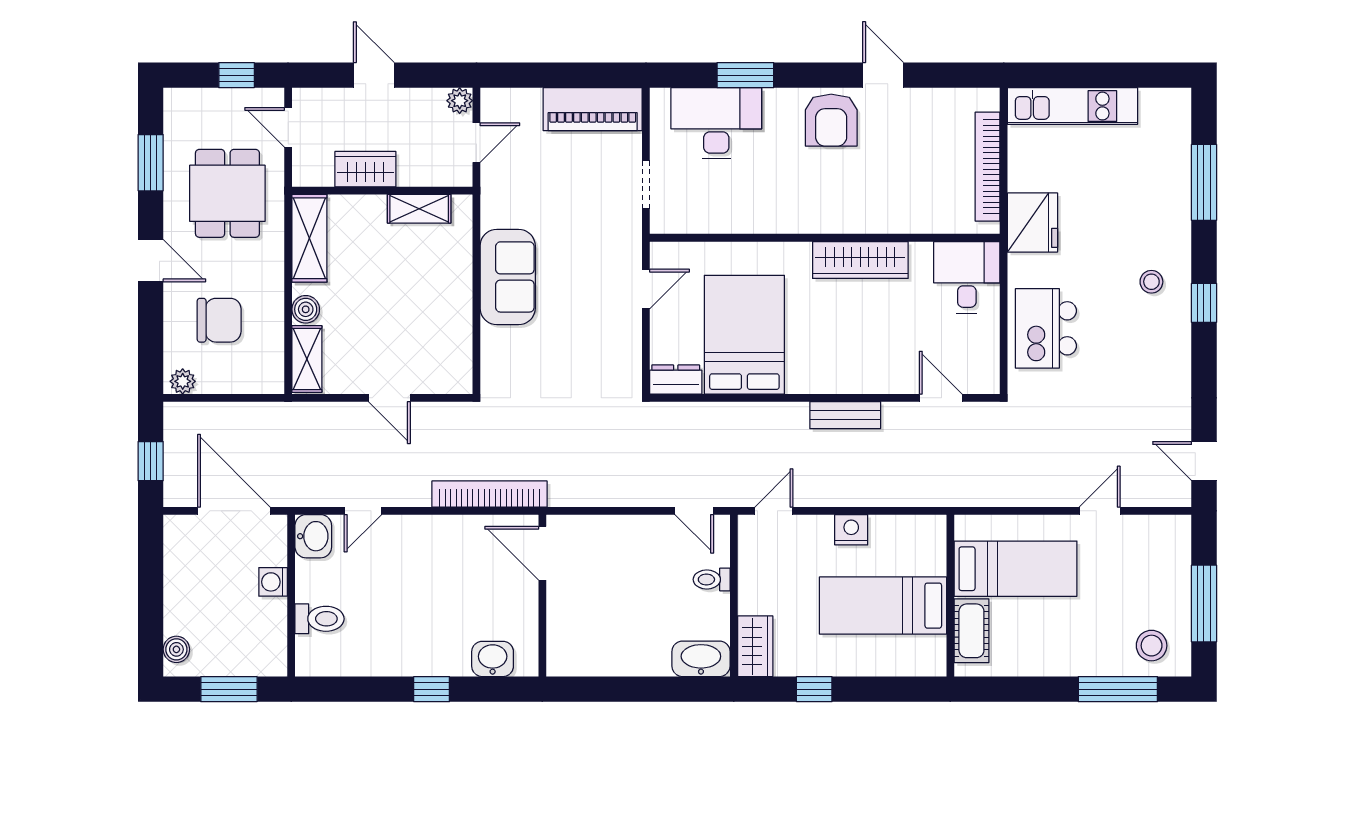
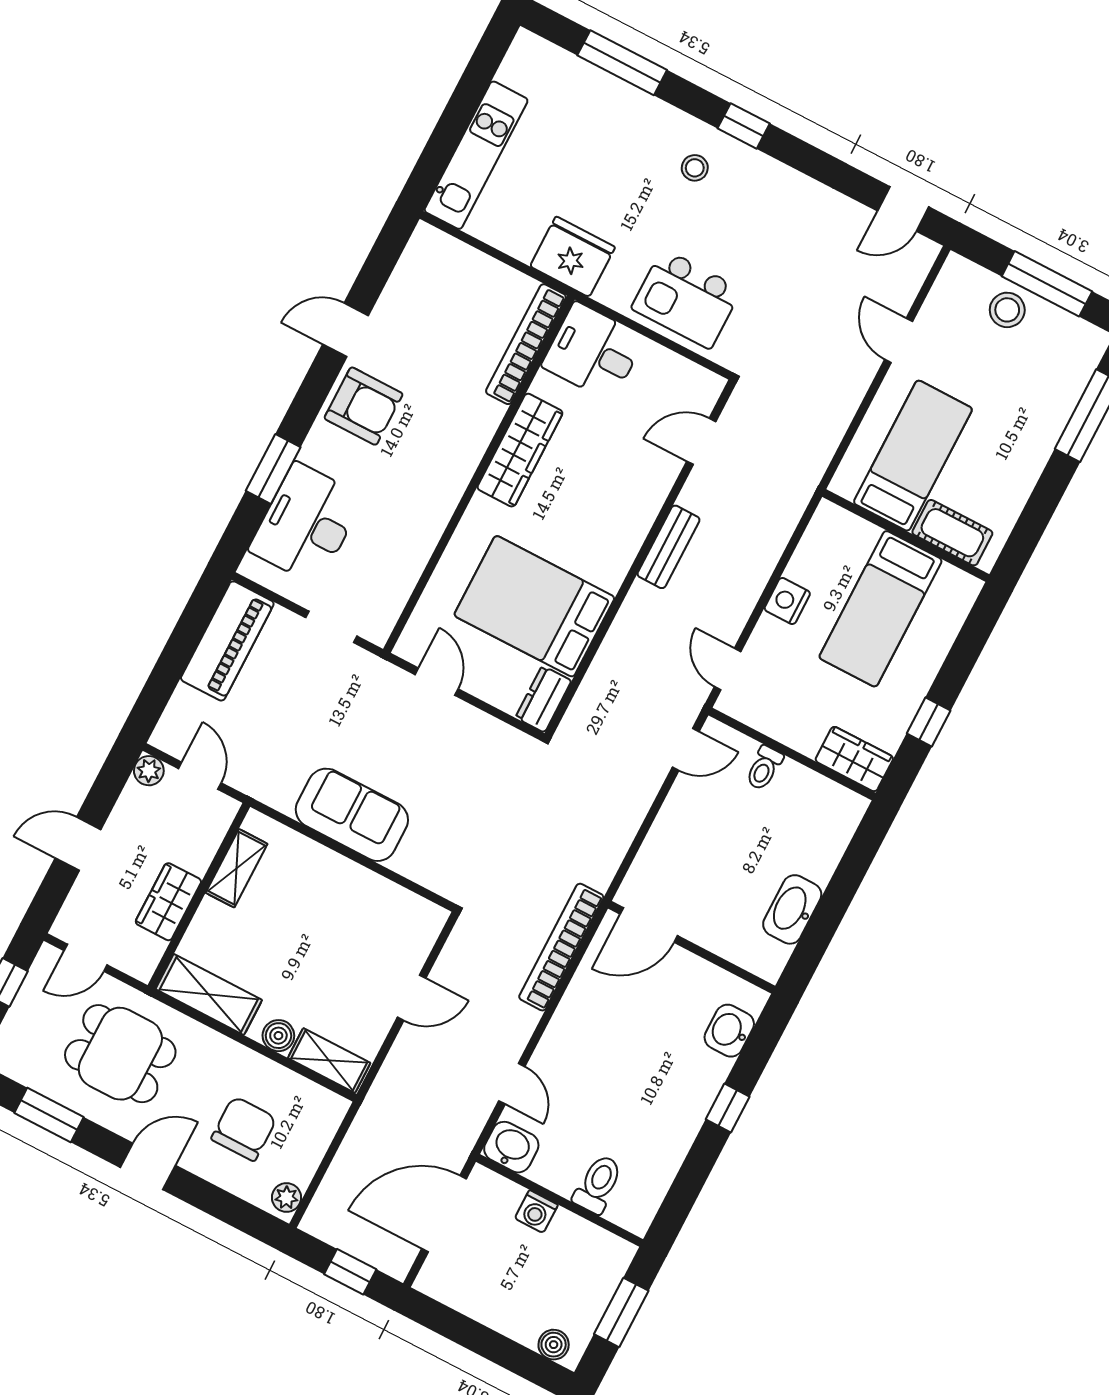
bookcase: (988, 167) -> (526, 344), moved, turned 90
stool: (1152, 646) -> (1007, 310), moved
washbasin: (701, 659) -> (792, 909), moved

